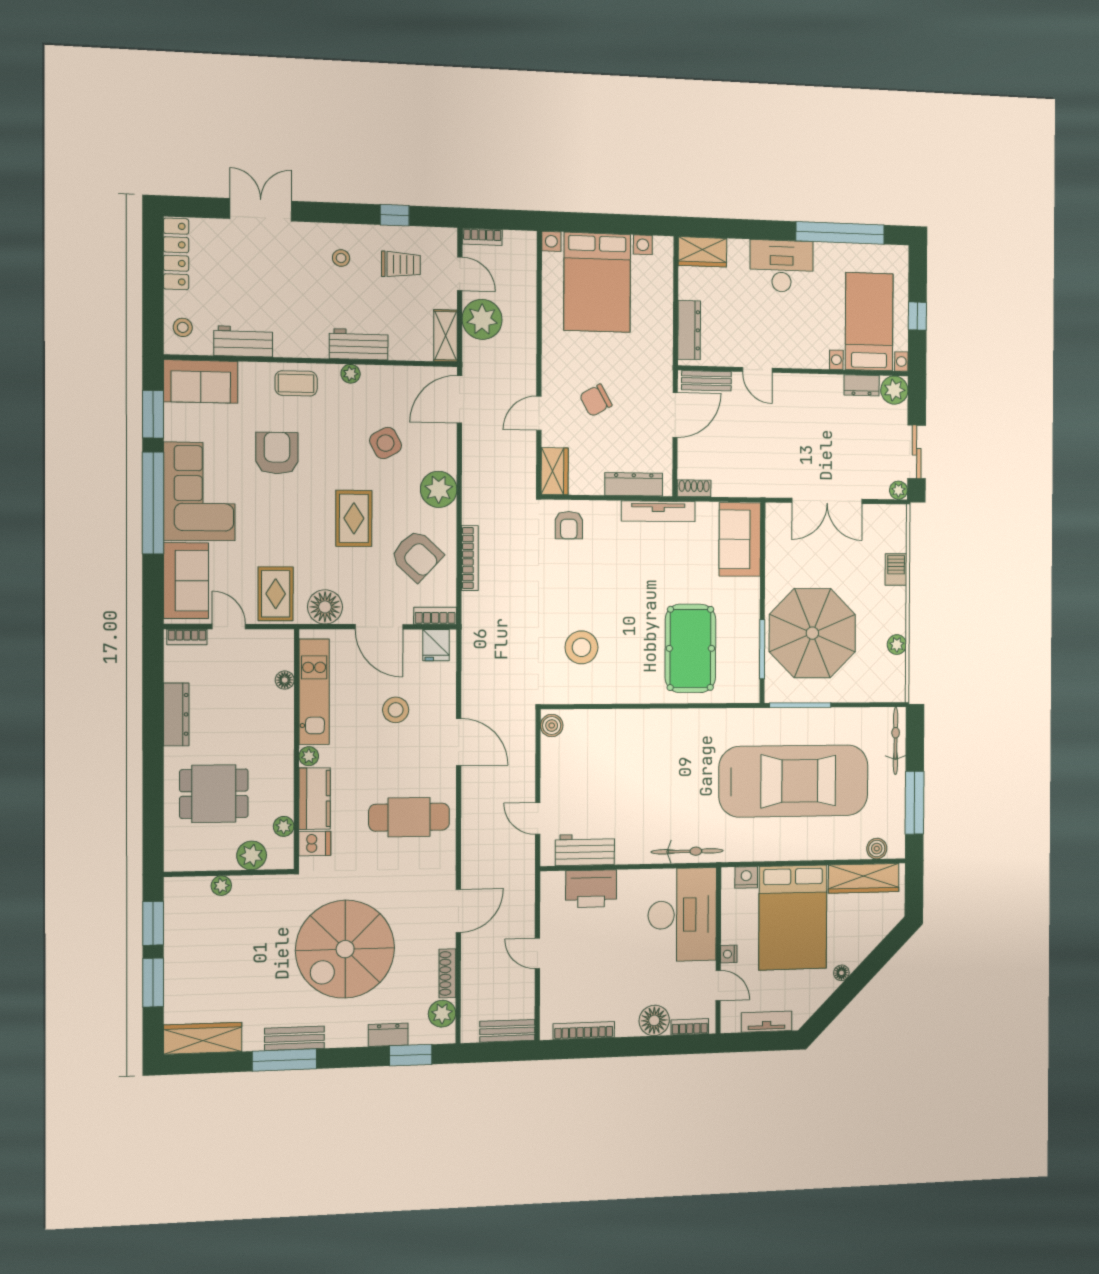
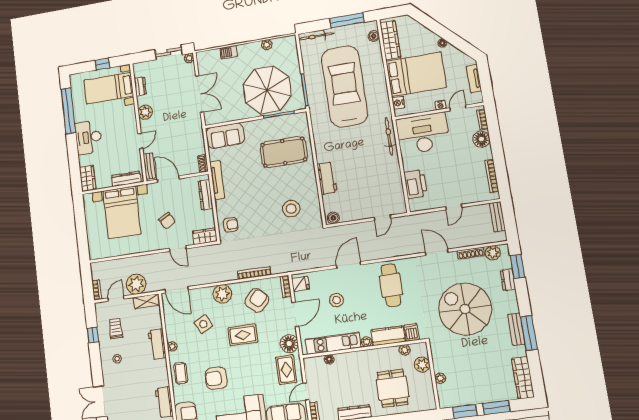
bed with nightstands: (597, 282) -> (122, 212), moved, turned 90
plant: (894, 390) -> (145, 112), moved
rug: (276, 594) -> (286, 370), turned 90
workbench: (585, 850) -> (327, 178), moved, turned 180
spiral stairs: (345, 949) -> (465, 309), turned 180

